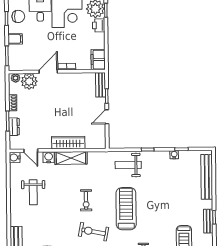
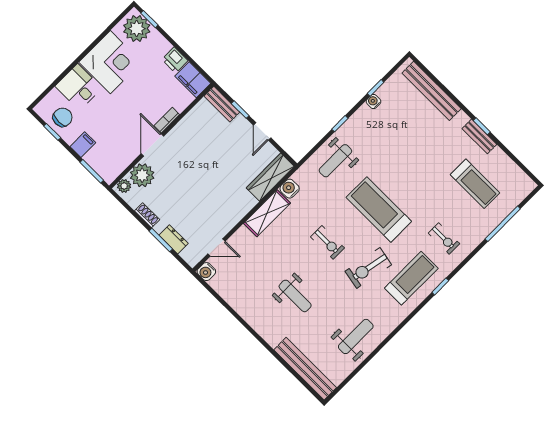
printer: (99, 25) -> (175, 60), moved
wardrobe: (68, 143) -> (270, 177), moved
water cooler: (49, 157) -> (290, 189), moved
weight bench: (33, 192) -> (295, 296), moved

